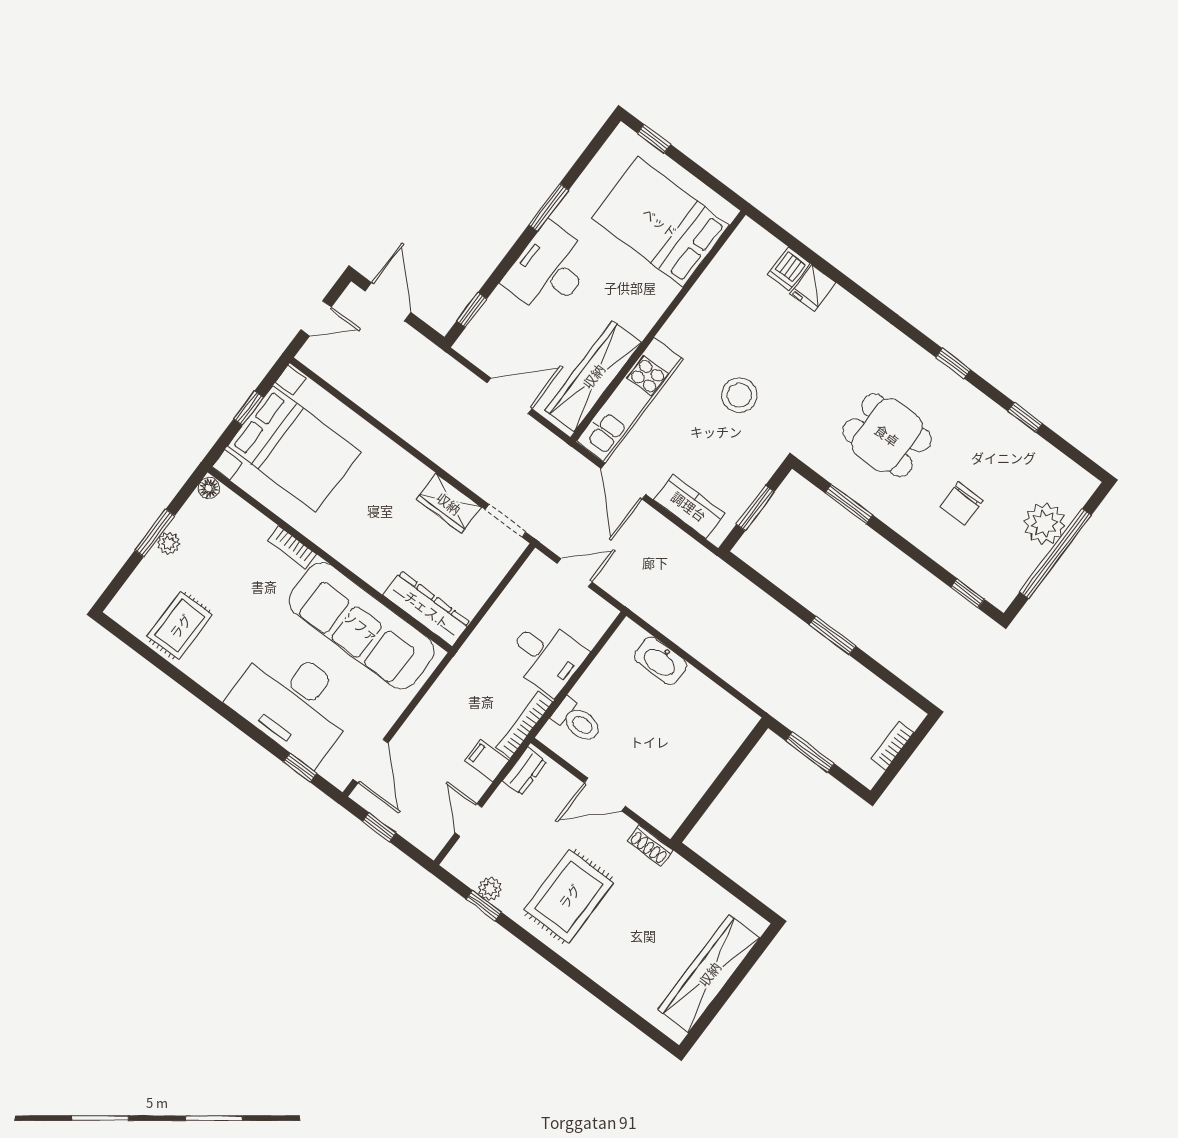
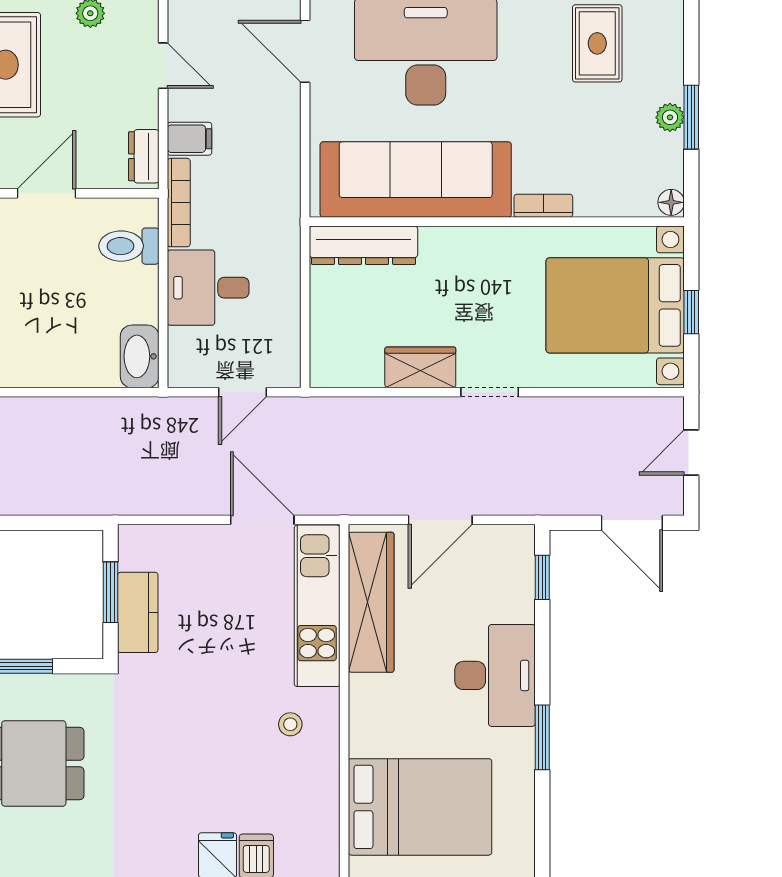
stool: (739, 395) -> (290, 724), moved, width x0.53, depth x0.53
kitchen counter: (689, 506) -> (138, 612), moved, turned -90
doorway: (506, 521) -> (490, 392), moved
washbasin: (661, 661) -> (140, 356), moved, turned -90

